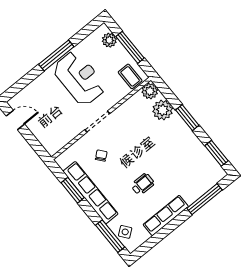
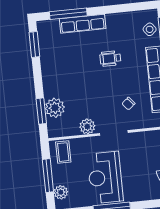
plant: (150, 91) -> (87, 126), moved
window: (187, 118) -> (41, 111), moved
row of seats: (166, 216) -> (83, 24), moved

